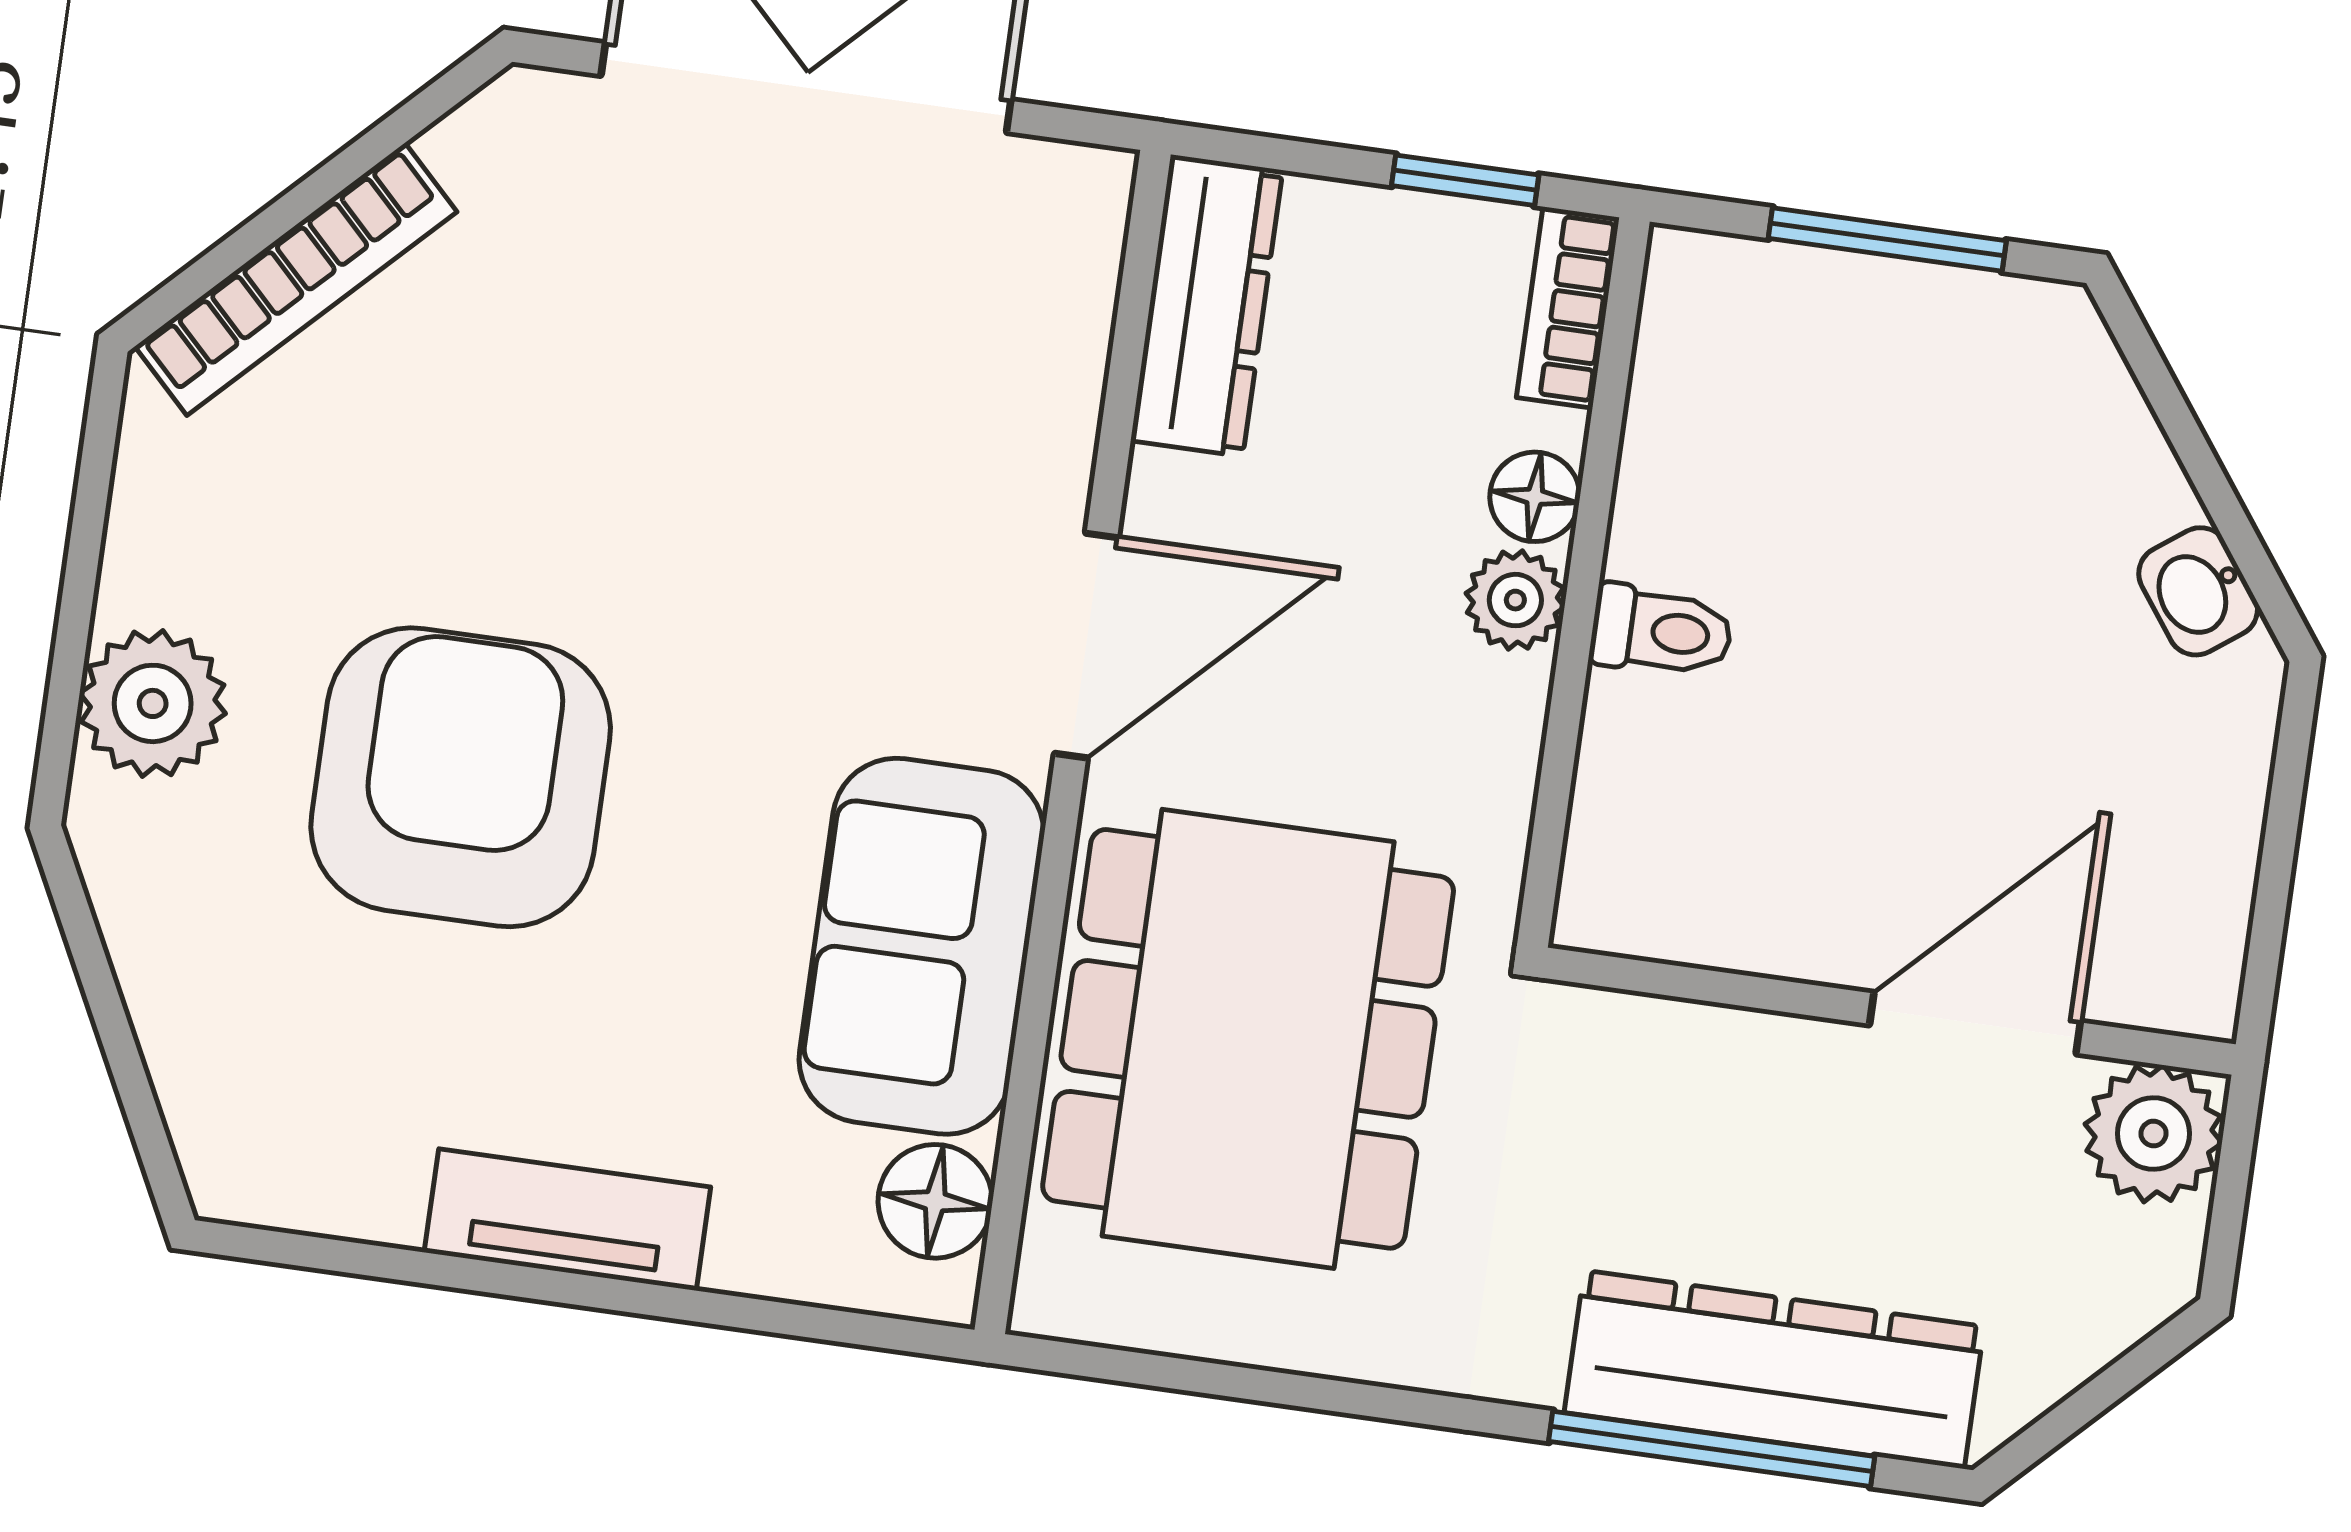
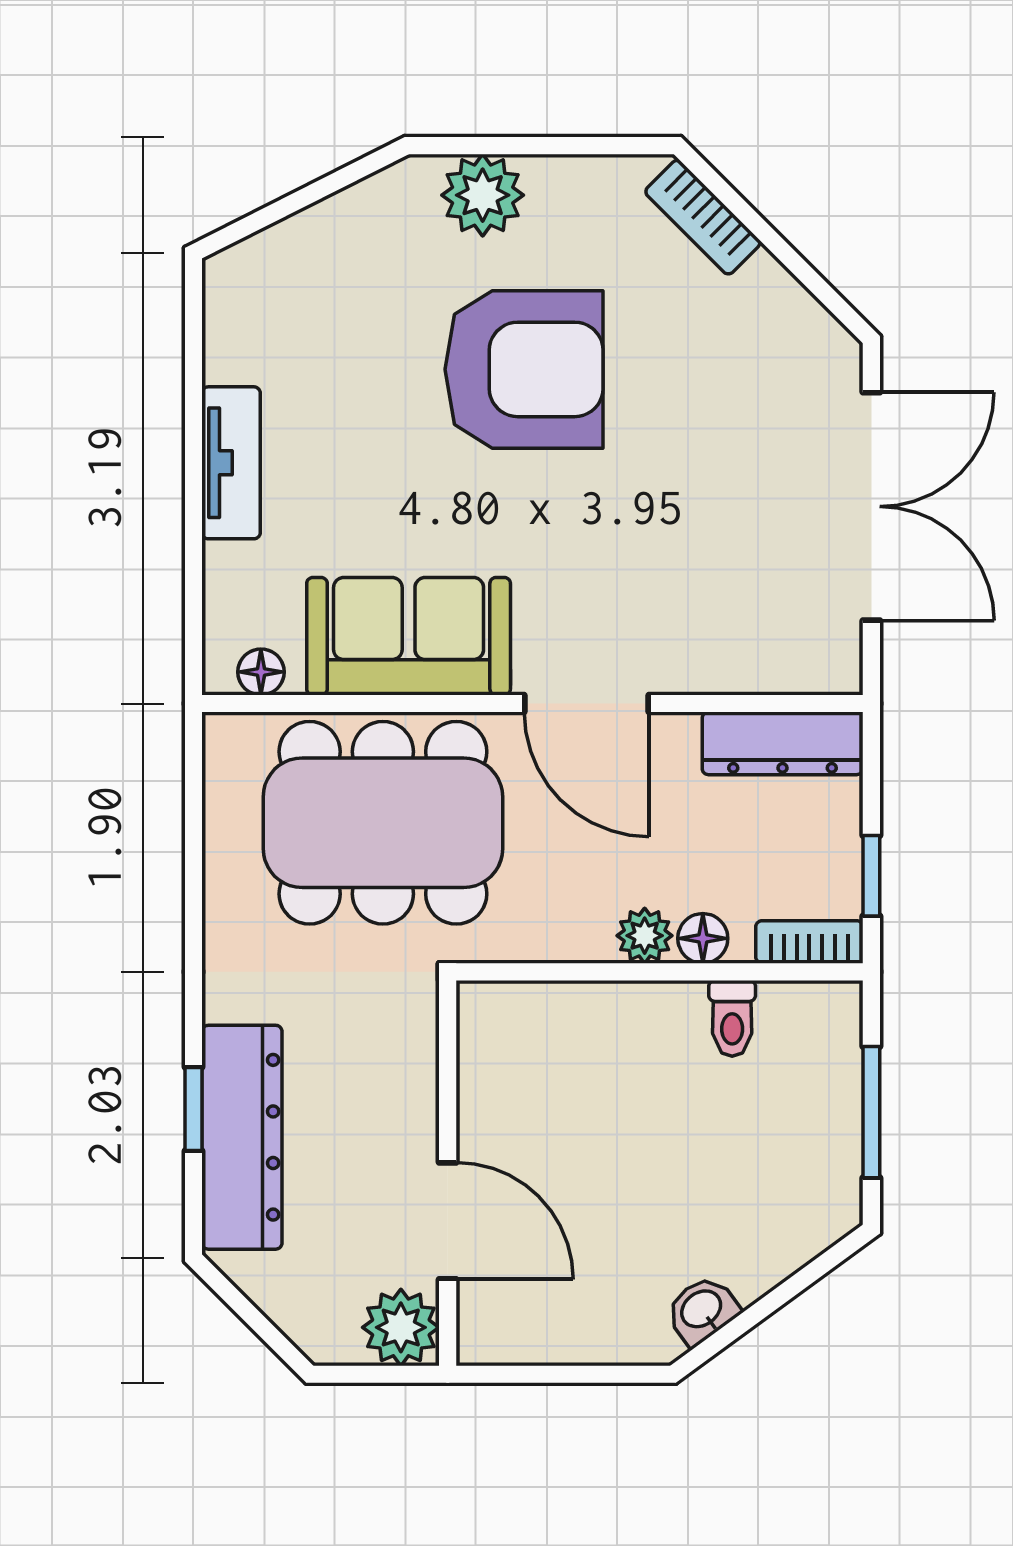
bookcase: (296, 279) -> (703, 217), width x0.64
toilet: (1661, 631) -> (732, 1018), moved
armchair: (461, 777) -> (524, 369), moved
floor lamp: (935, 1201) -> (261, 672), width x0.73, depth x0.73
window: (1712, 1449) -> (193, 1109), width x0.46

